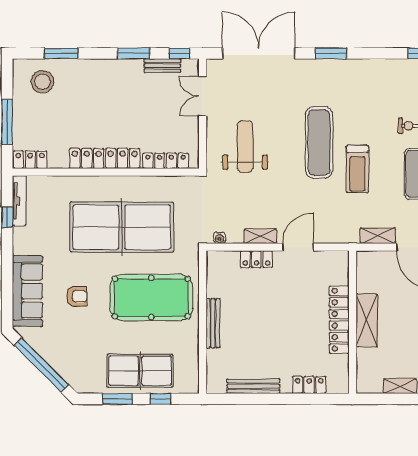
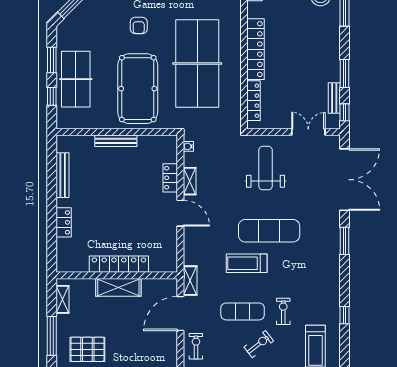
weight bench: (245, 147) -> (266, 168), turned -90
locker: (339, 320) -> (119, 264), moved
shelving: (367, 320) -> (118, 287), moved
wall: (353, 322) -> (117, 275), moved

